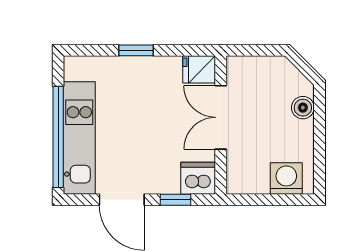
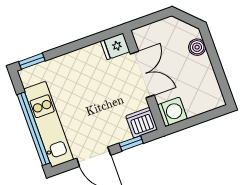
window: (136, 50) -> (32, 61), moved
double door: (221, 117) -> (142, 75), swing flipped
washing machine: (286, 178) -> (172, 112), moved, turned 90

